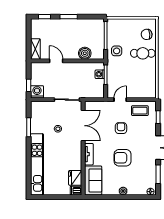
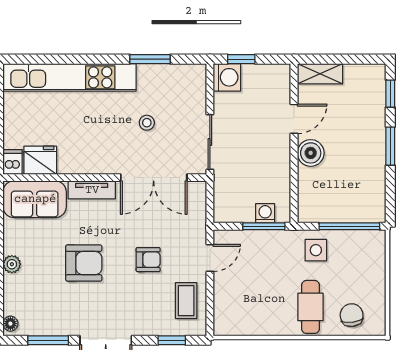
boiler: (85, 53) -> (311, 153), moved
door: (120, 100) -> (210, 258), hinge flipped
armchair: (123, 158) -> (84, 263), turned 90

